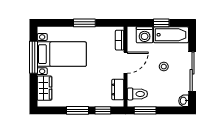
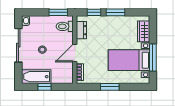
washing machine: (145, 35) -> (59, 77), removed

